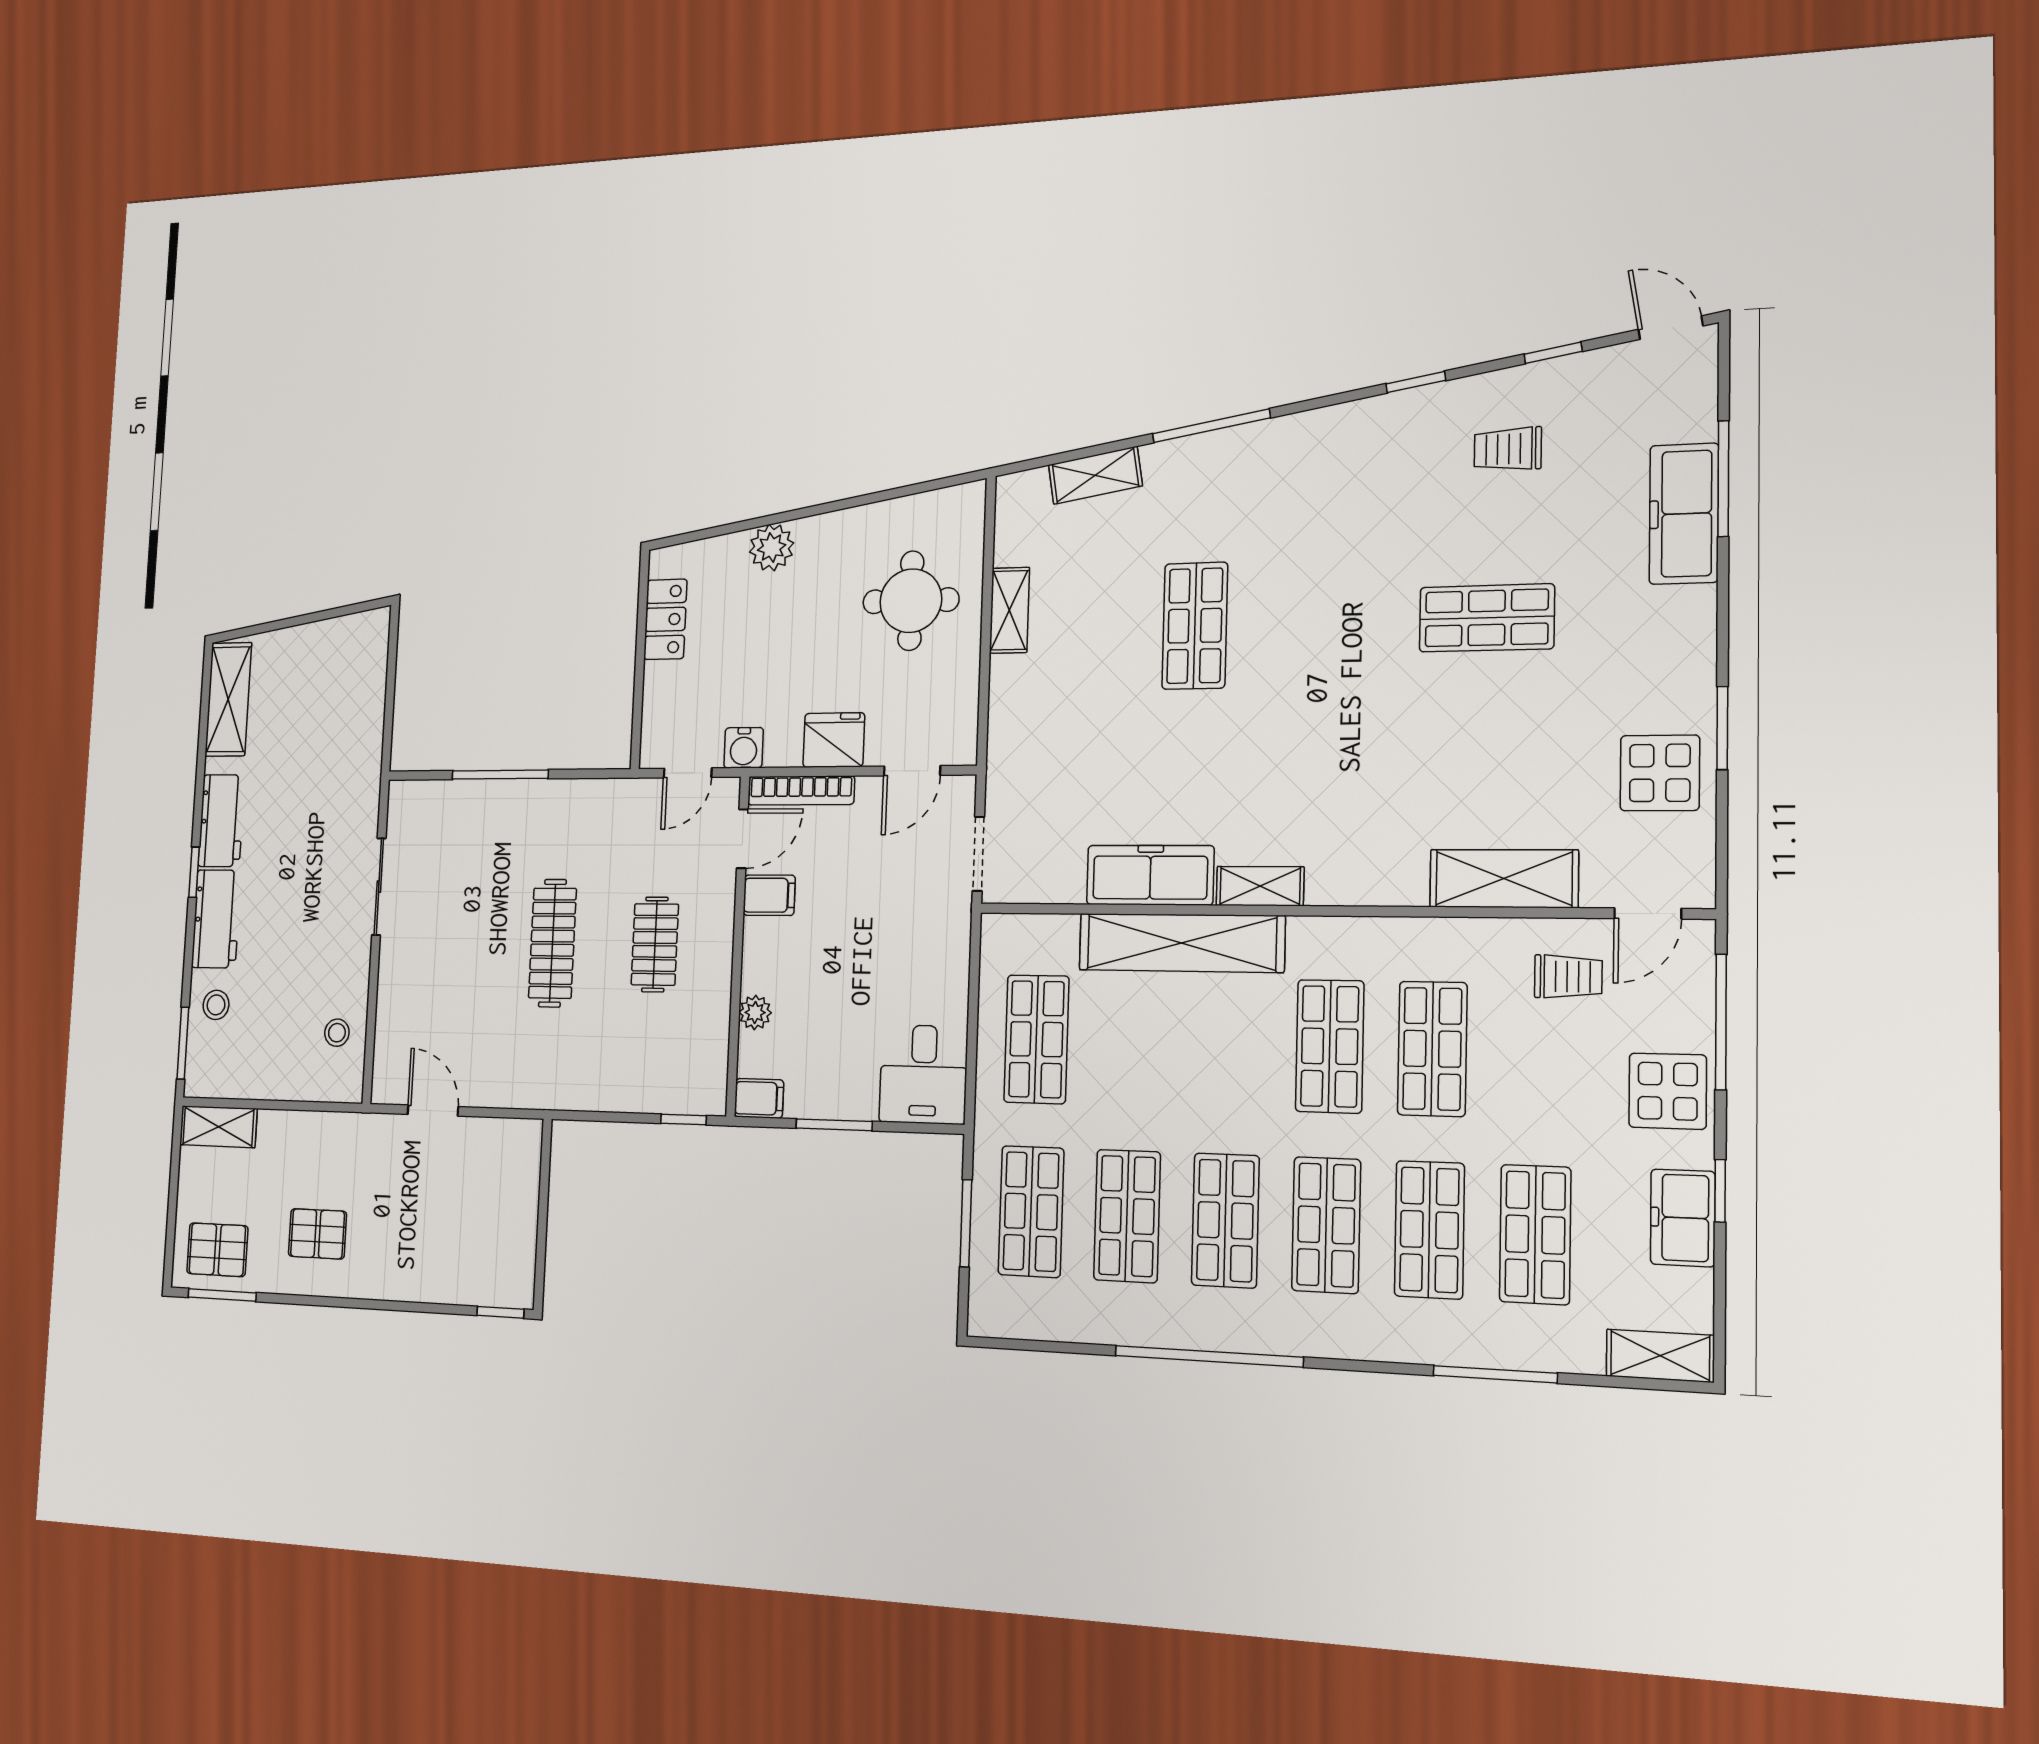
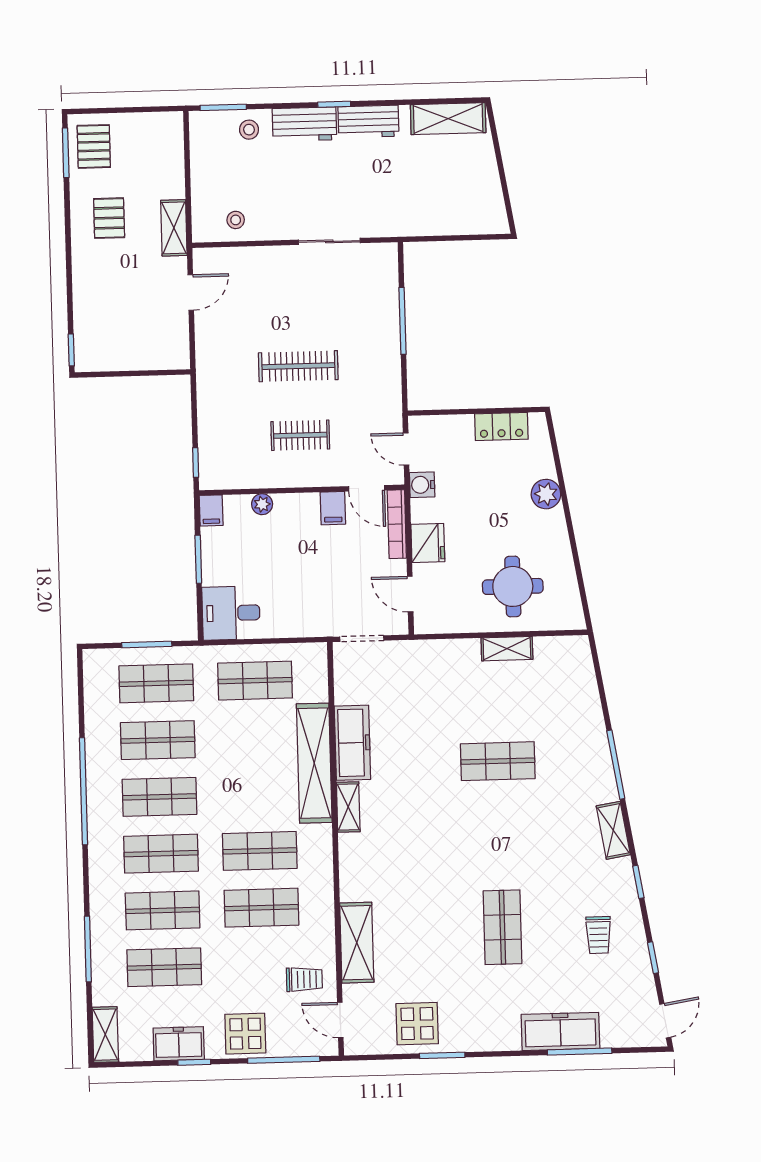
trolley: (1508, 449) -> (598, 935), turned 180
shelving: (1095, 475) -> (613, 830), moved
trolley: (1568, 977) -> (304, 979), turned -90
shelving: (218, 1127) -> (174, 228), moved

